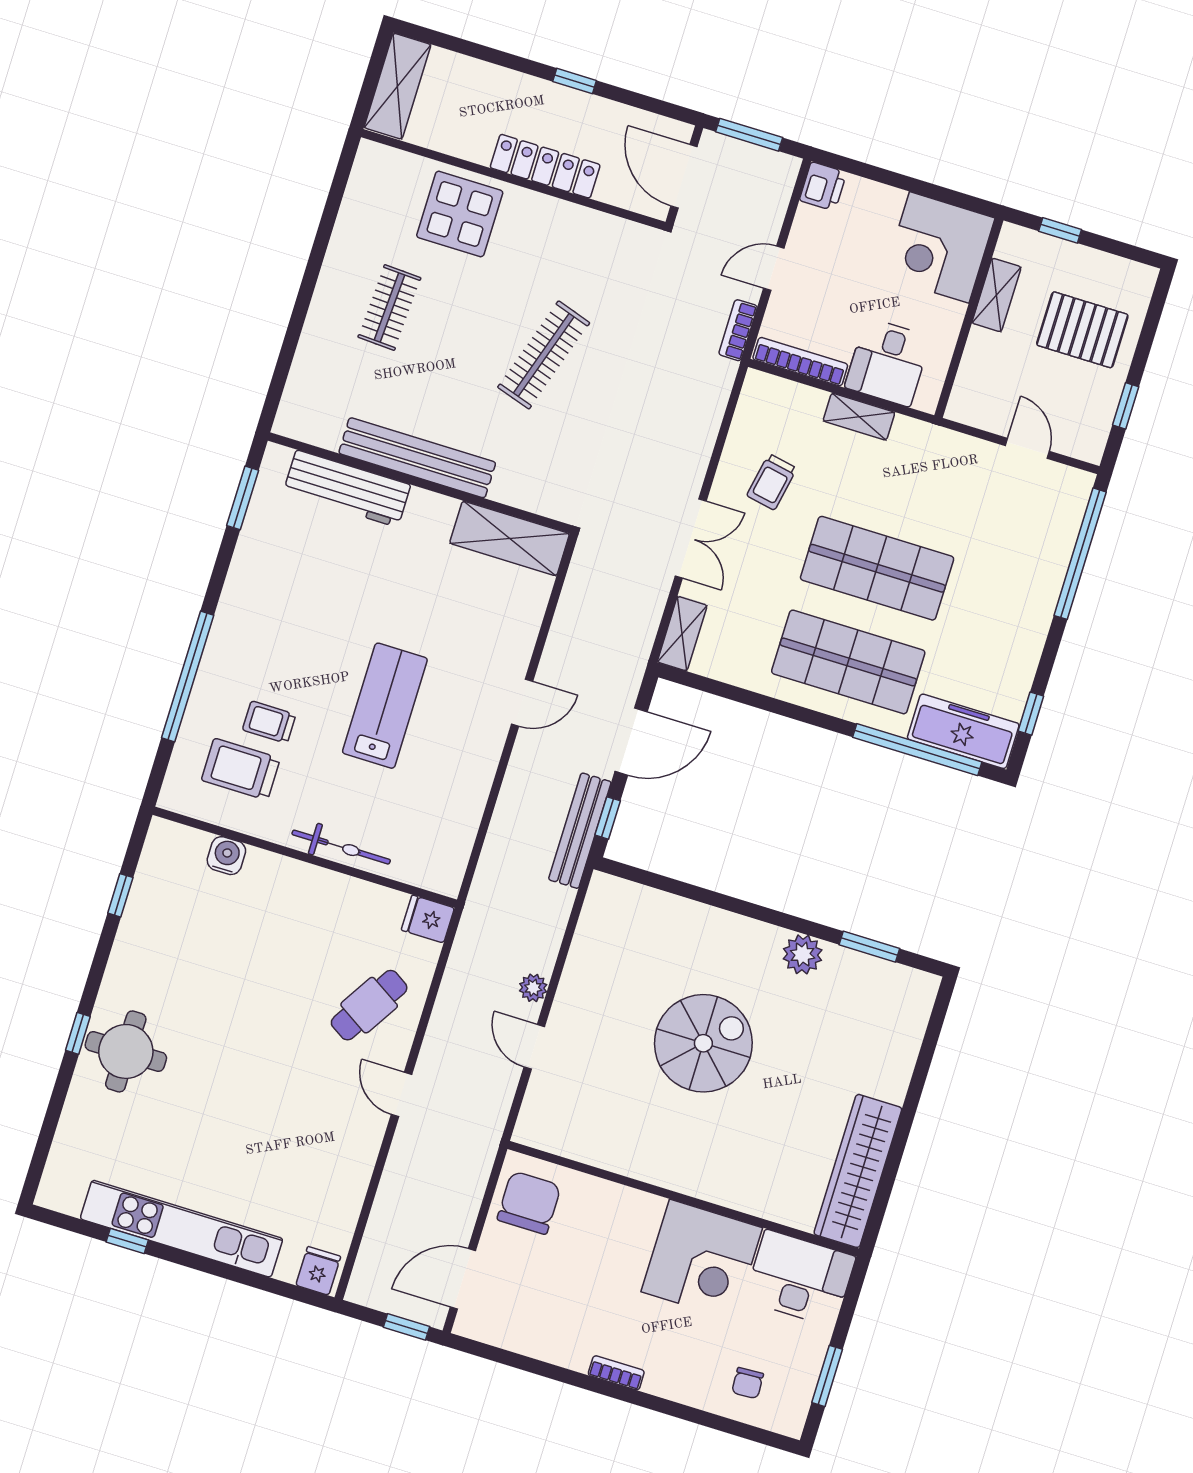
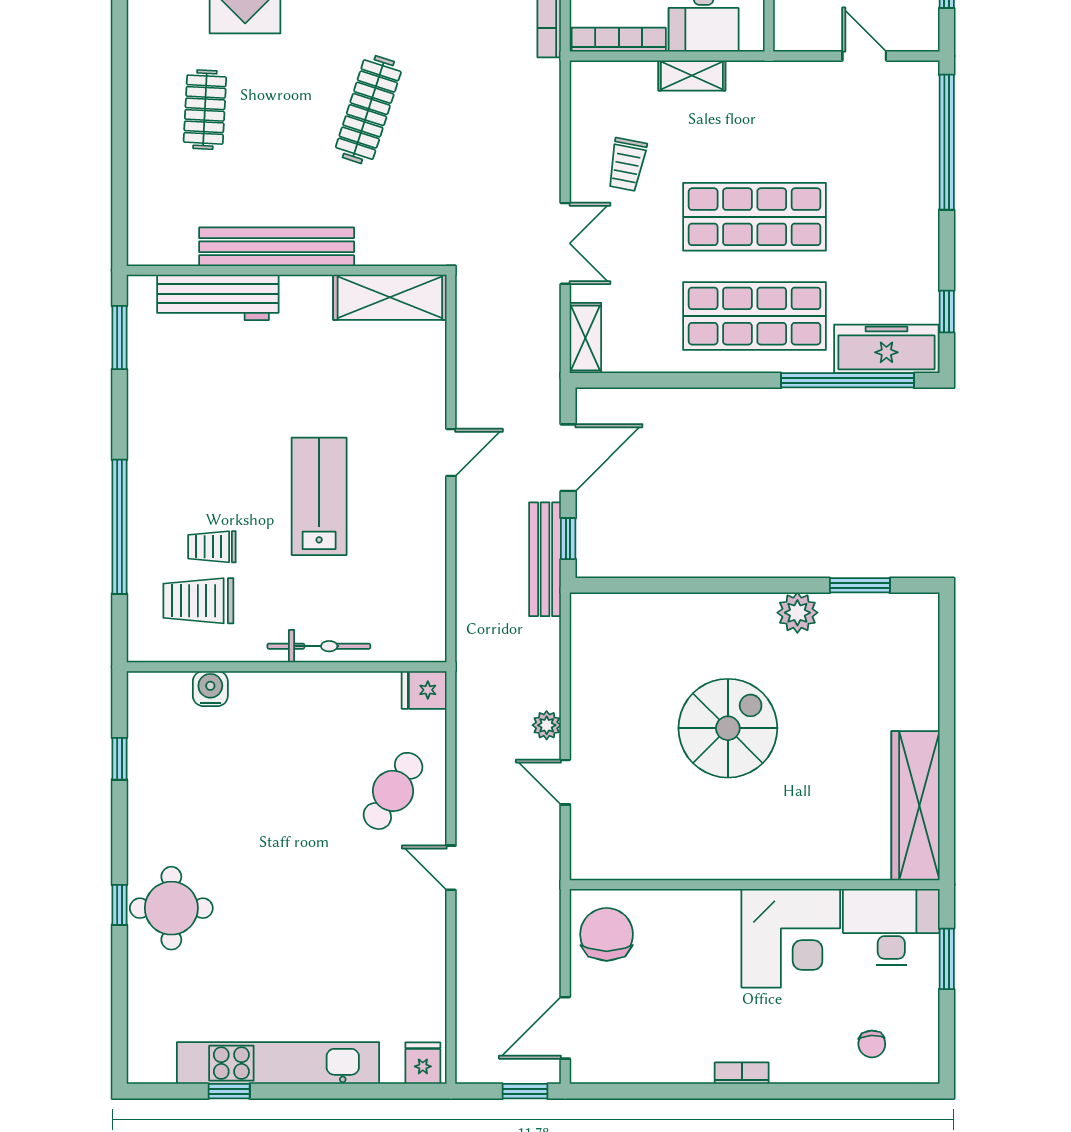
window: (827, 1376) -> (947, 959), moved

